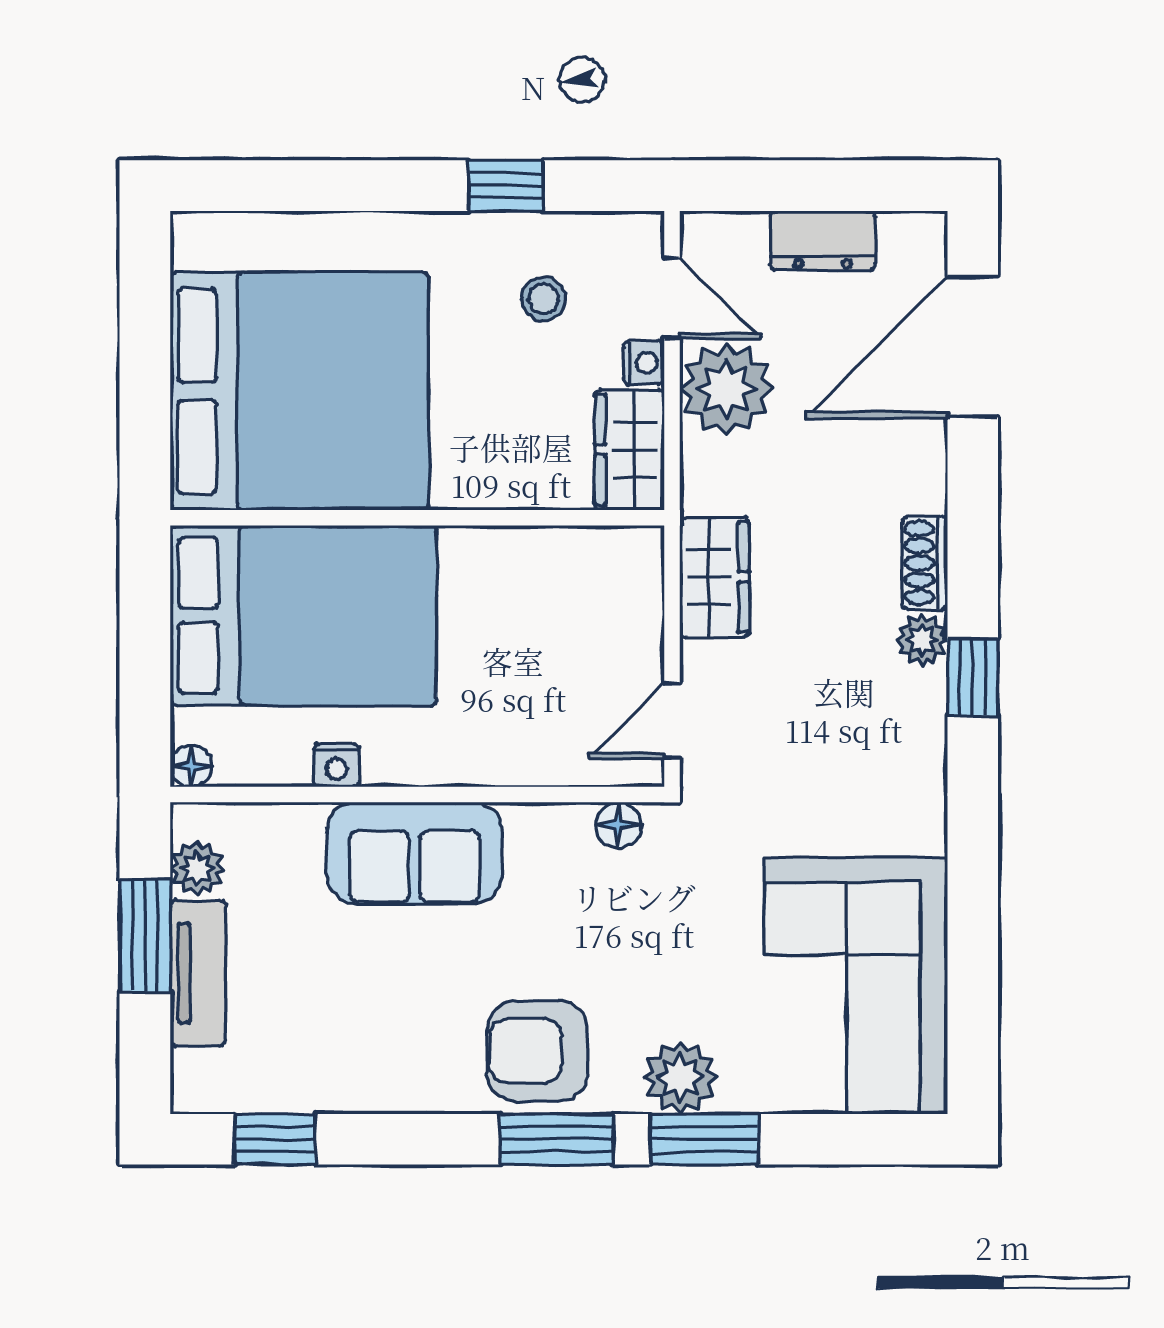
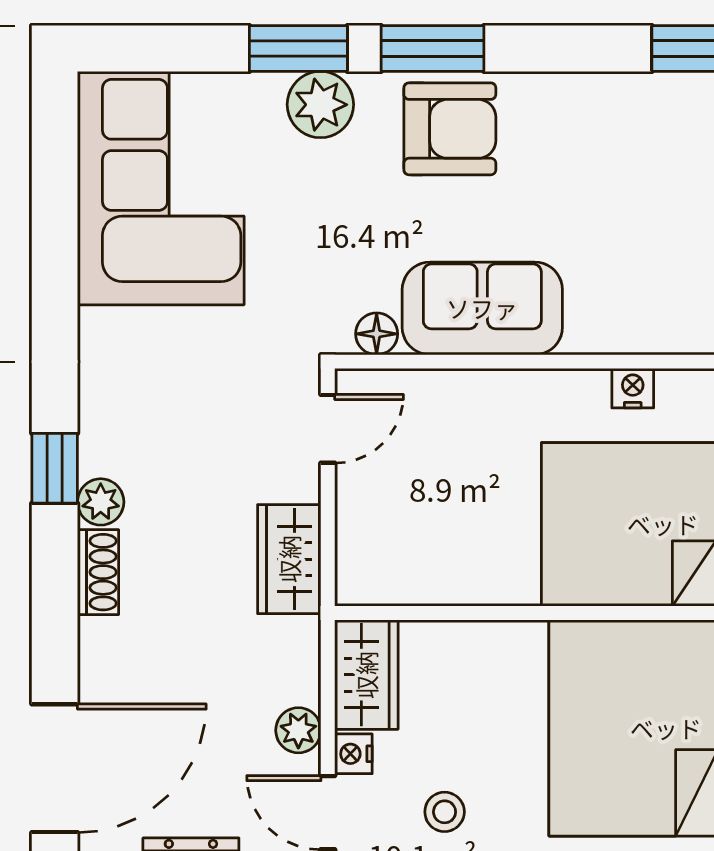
plant: (726, 389) -> (298, 730), width x0.53, depth x0.53
sofa: (415, 853) -> (482, 308), moved

